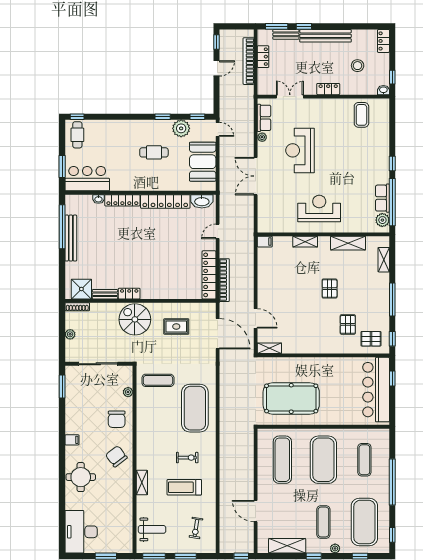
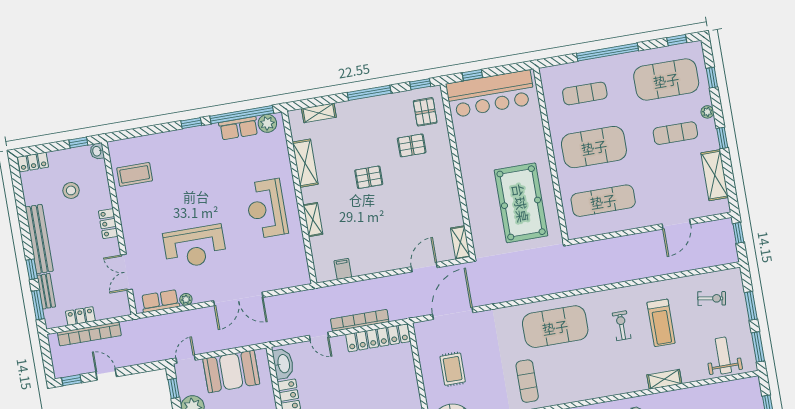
filing cabinet: (265, 242) -> (343, 269), moved
bookcase: (224, 280) -> (360, 320), moved

